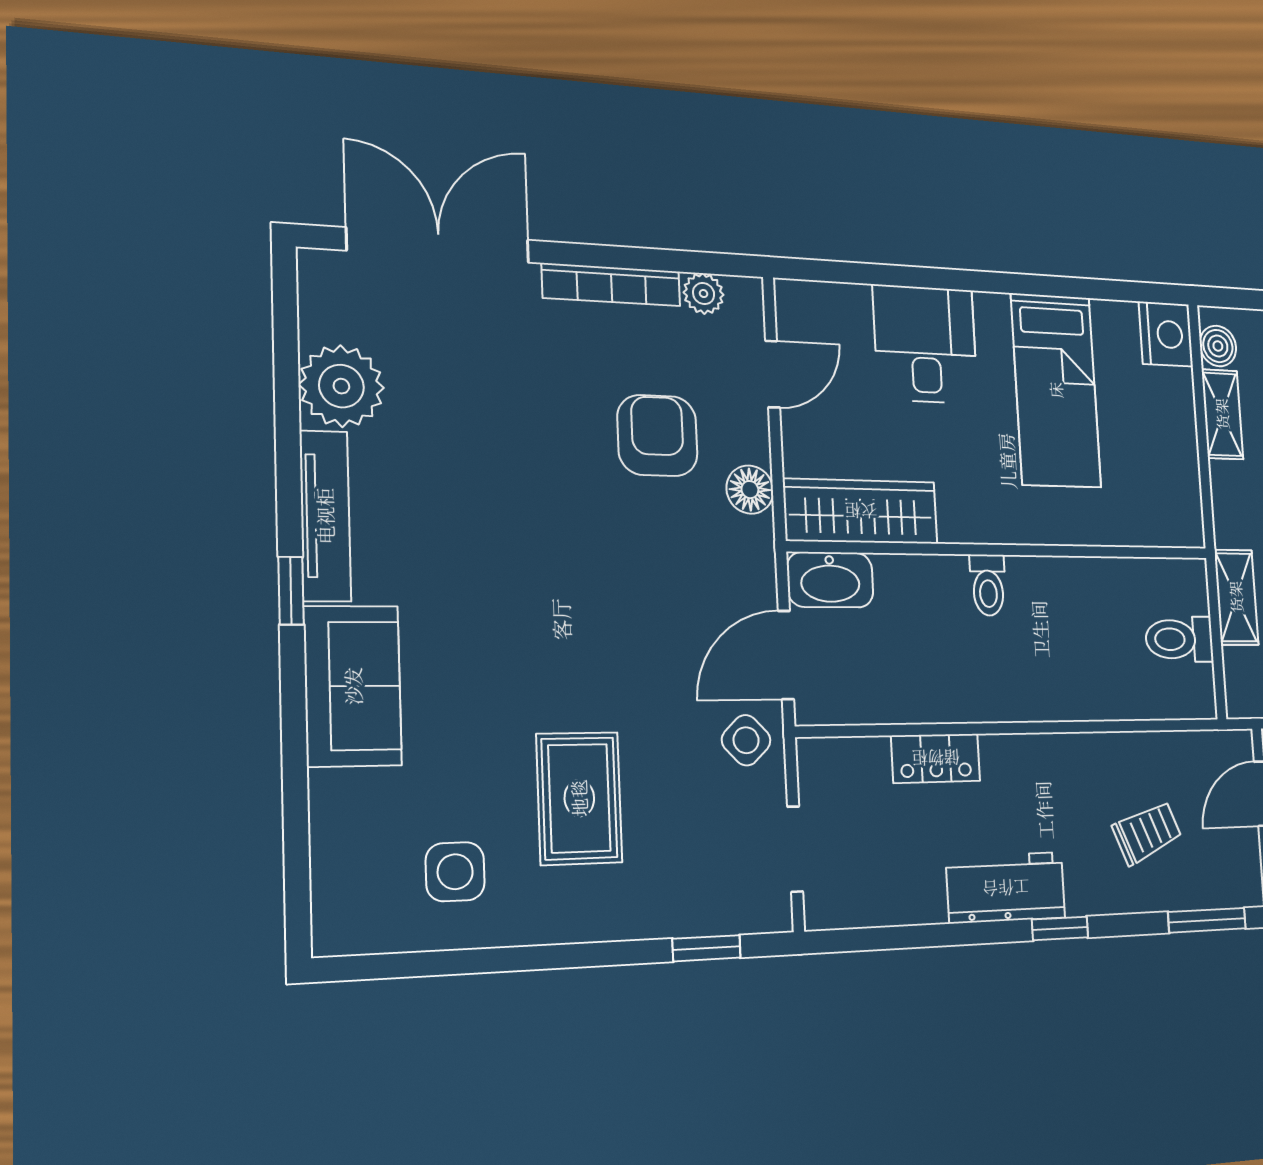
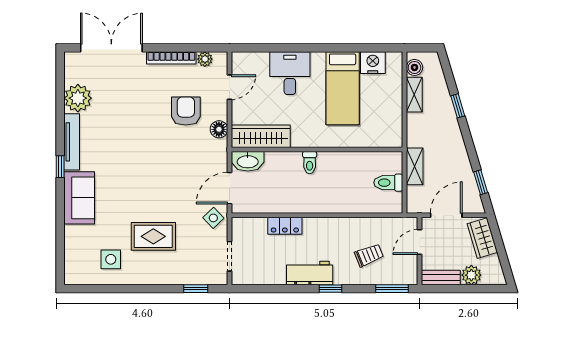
nightstand: (1166, 334) -> (373, 63), moved, turned -90
rug: (579, 798) -> (153, 236), turned 90

